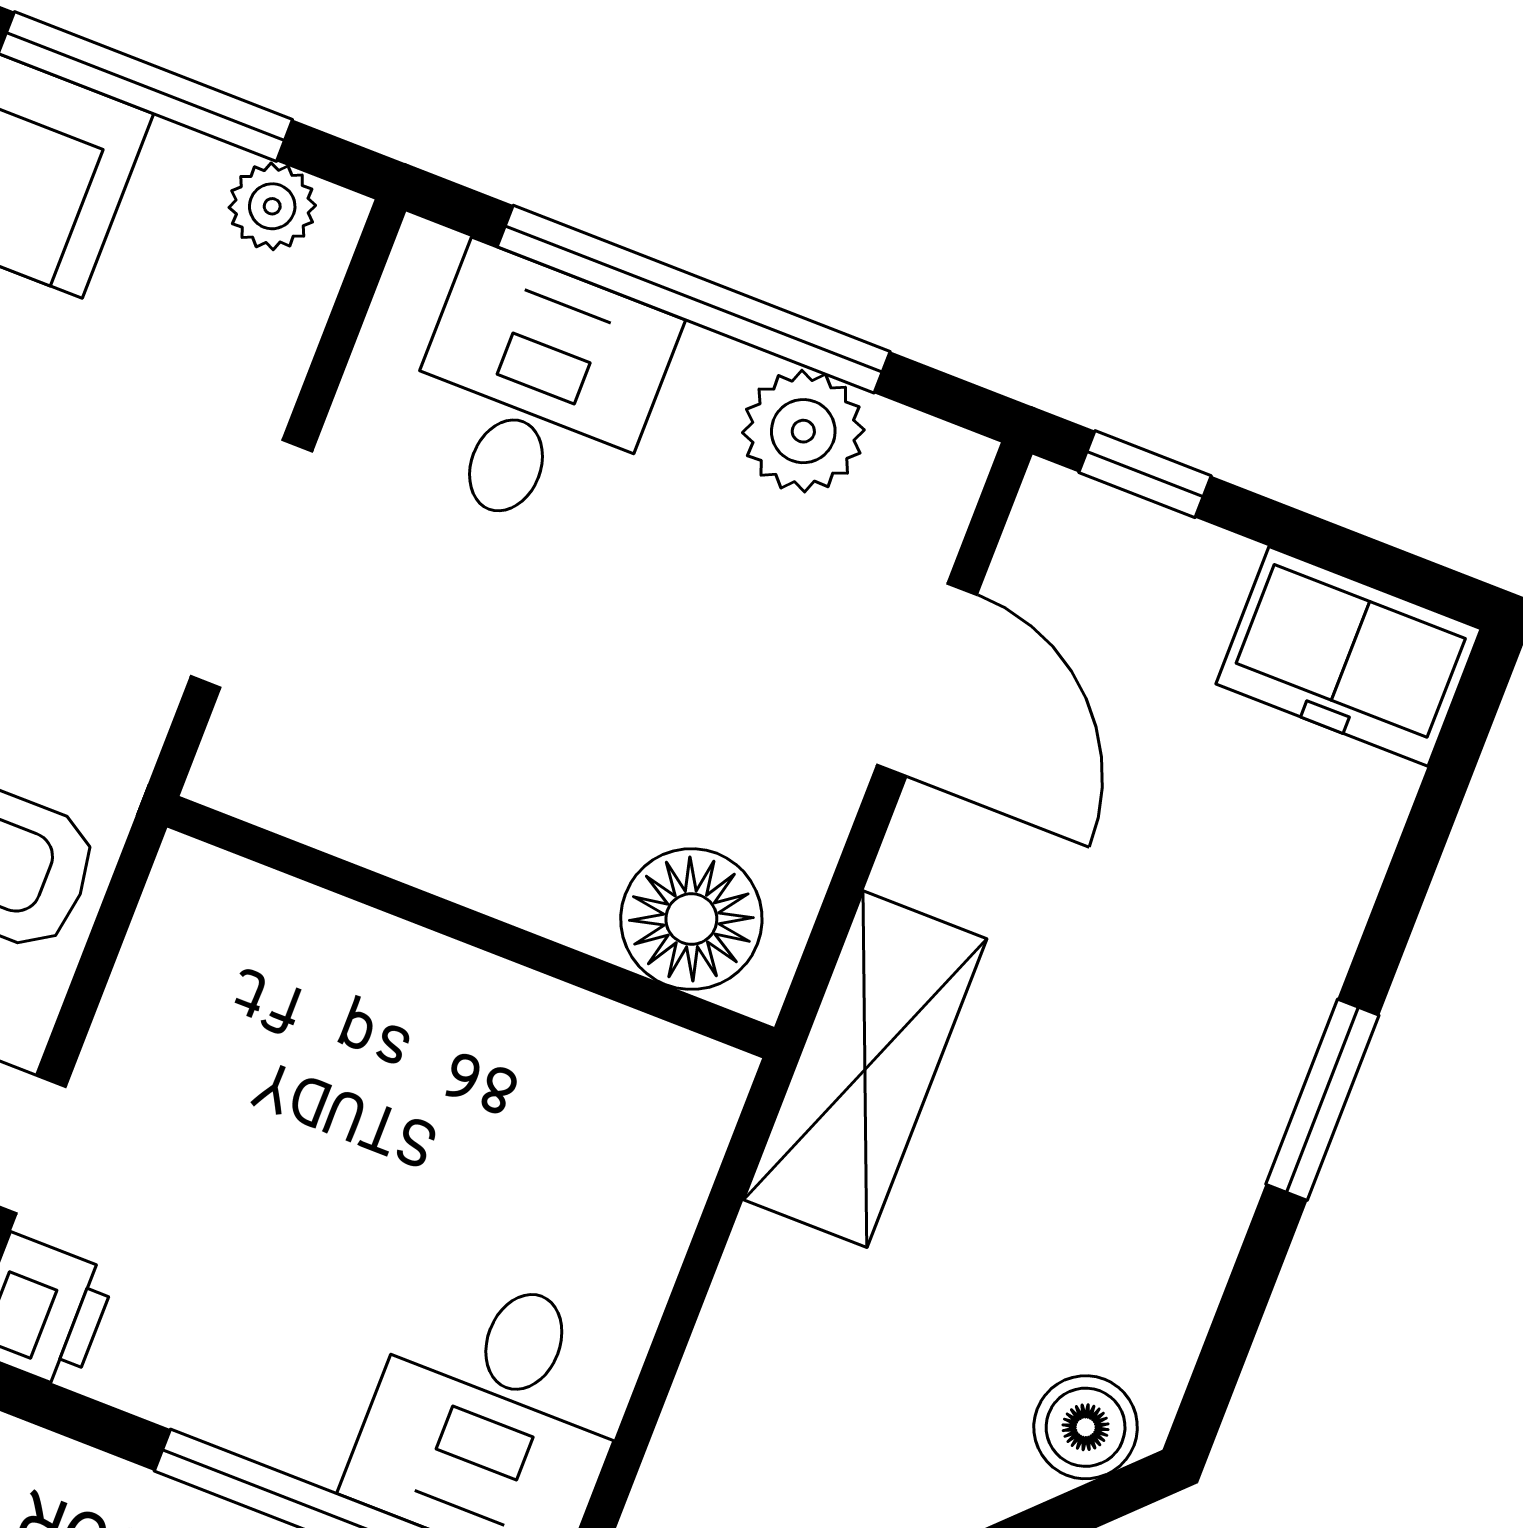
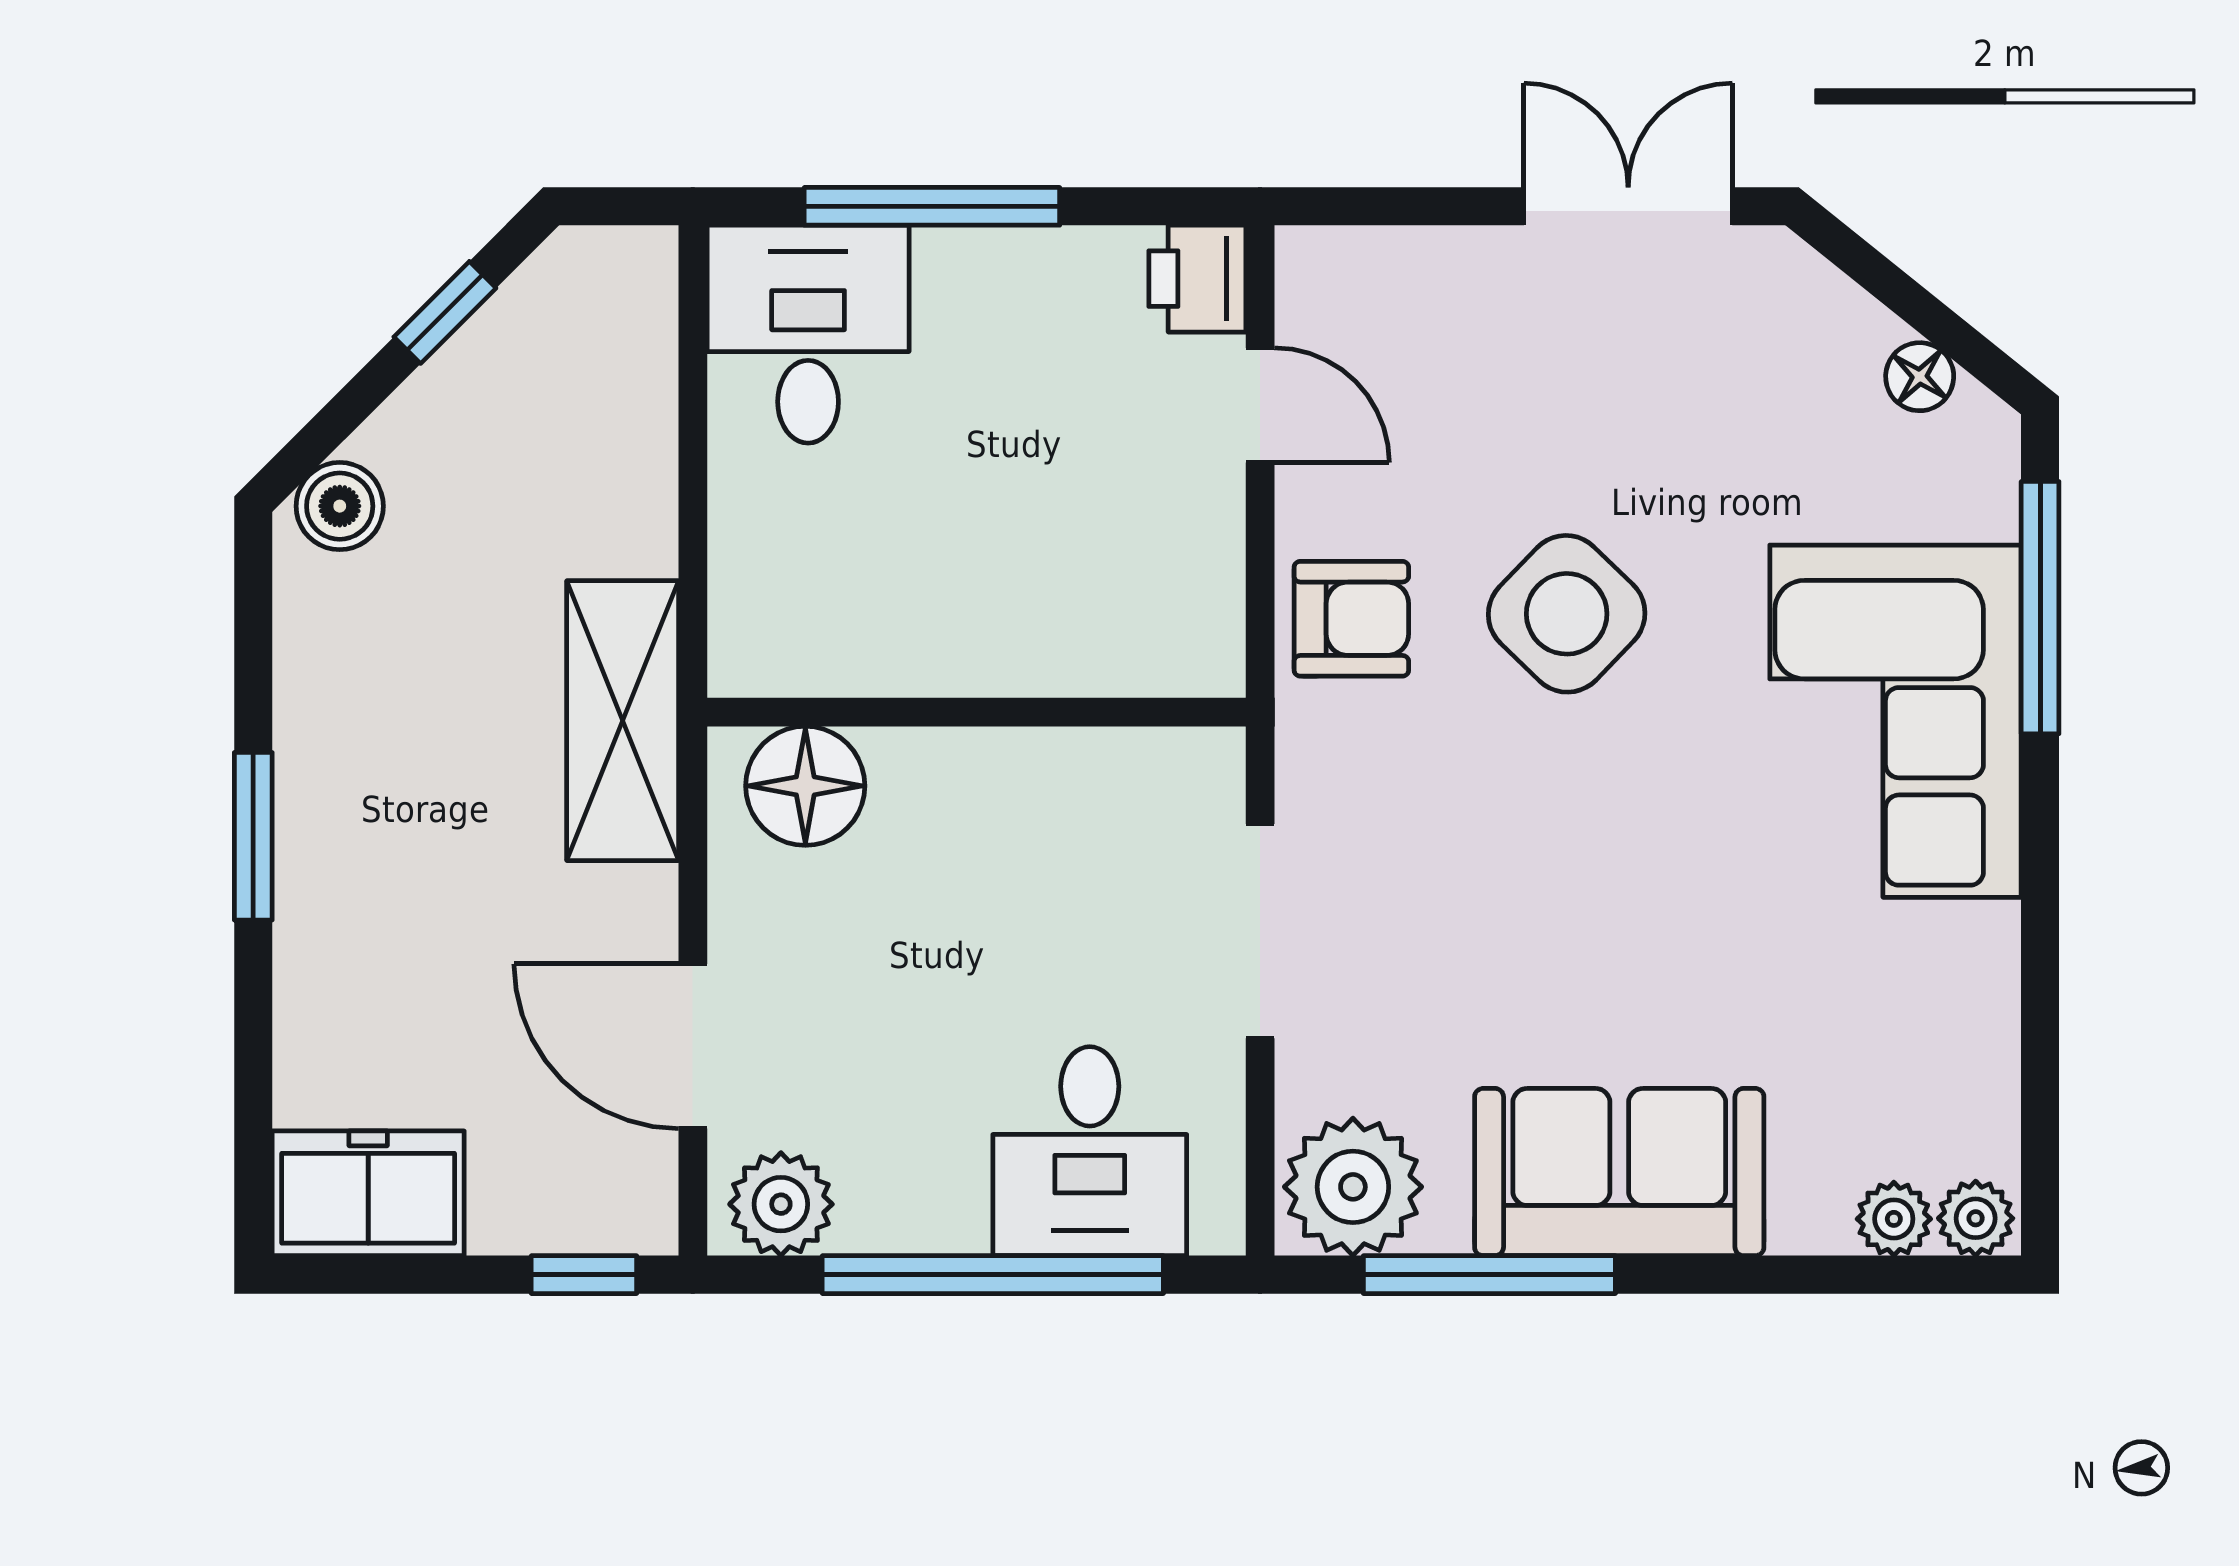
plant: (272, 206) -> (1353, 1187), width x1.88, depth x1.88
plant: (803, 431) -> (781, 1204), moved

